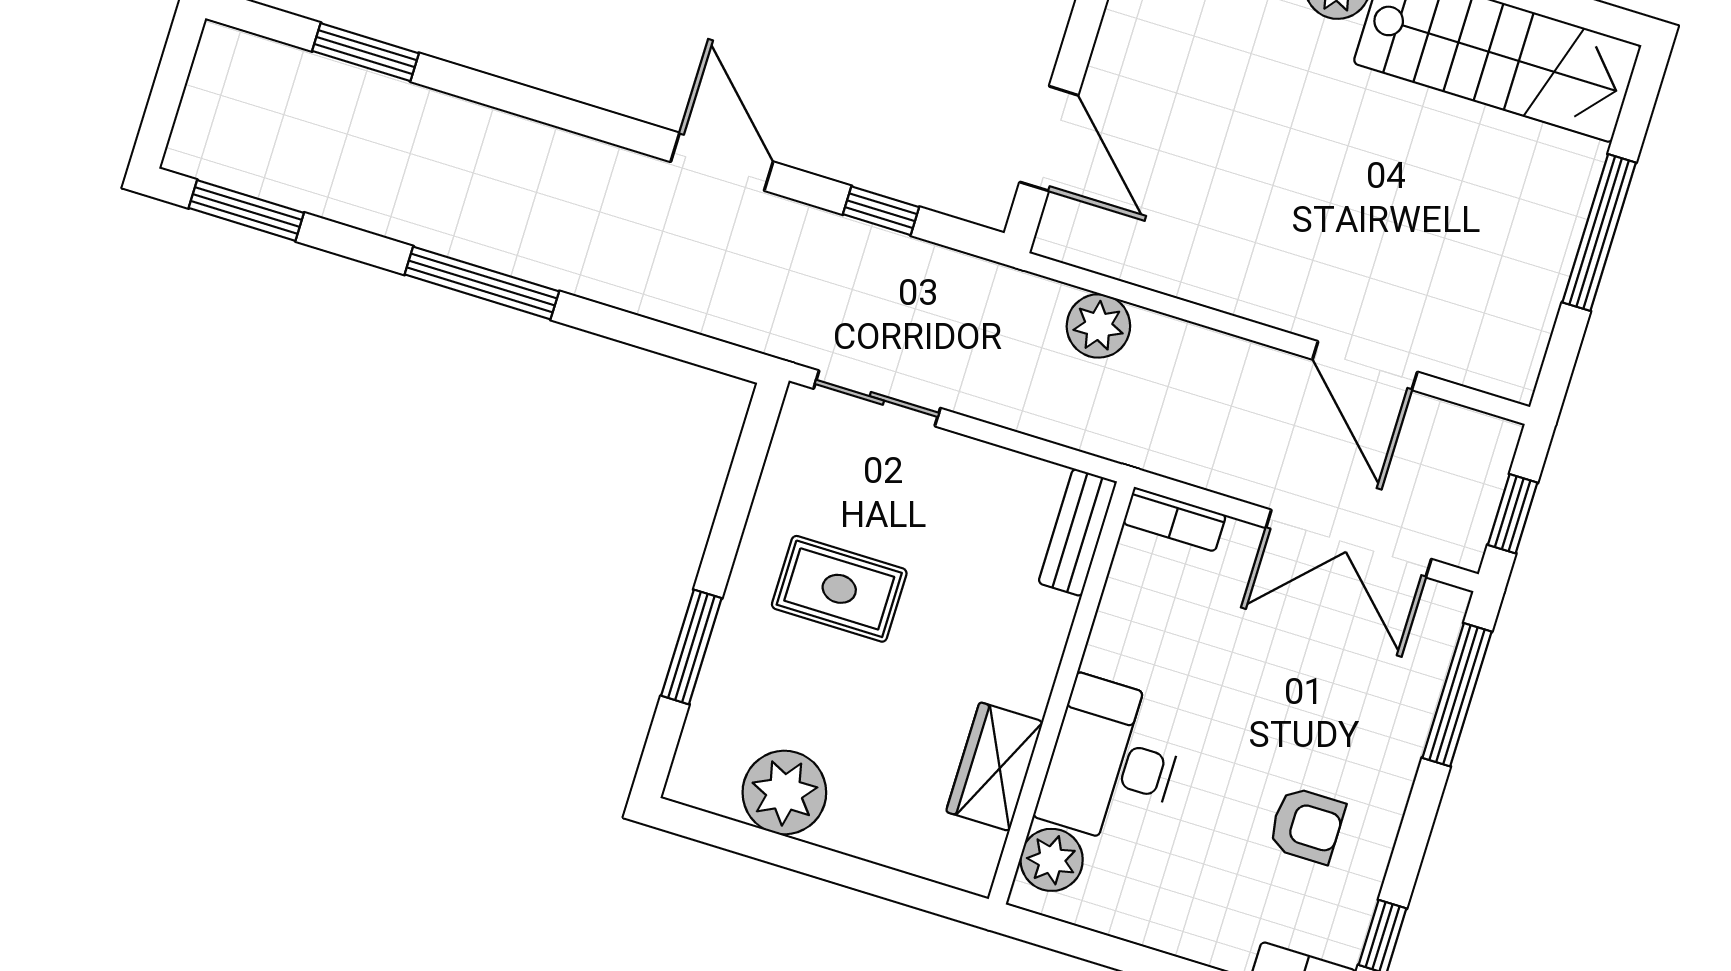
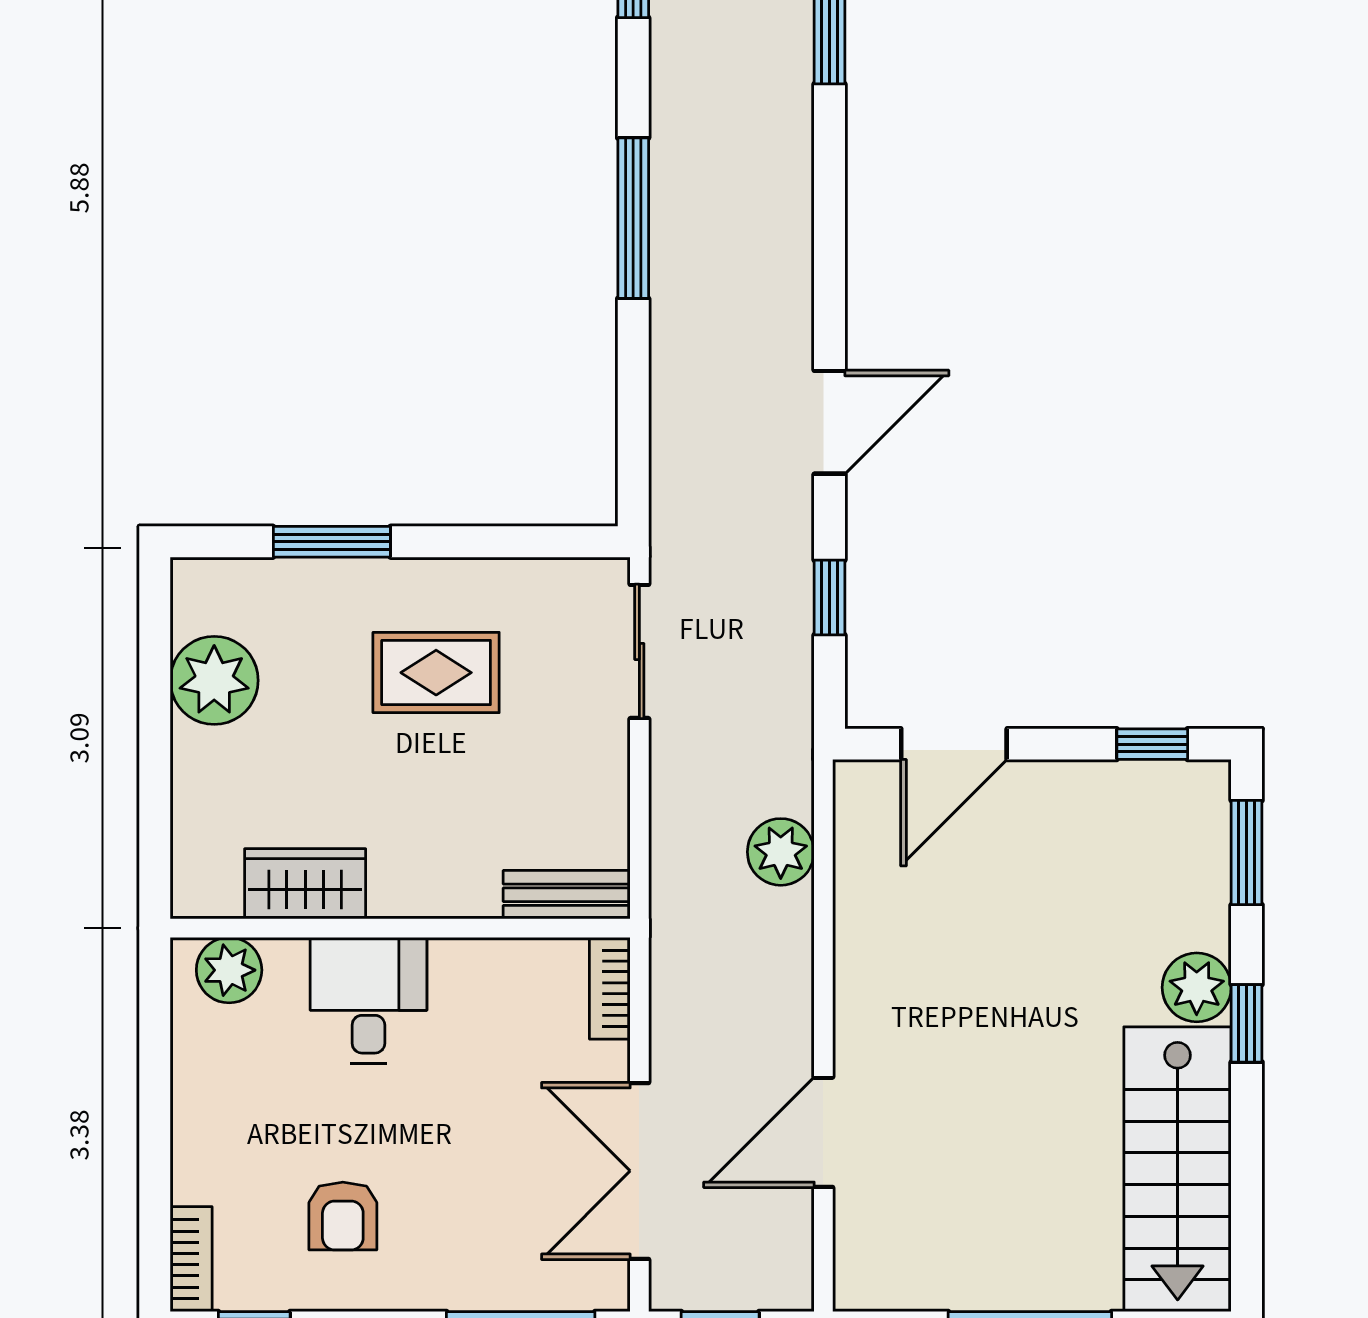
rug: (839, 589) -> (436, 673), turned 90
desk: (1112, 761) -> (368, 1000), width x0.73

